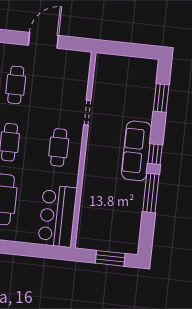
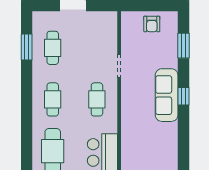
armchair: (129, 70) -> (152, 24), added
window: (151, 193) -> (183, 131), removed

